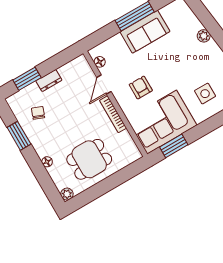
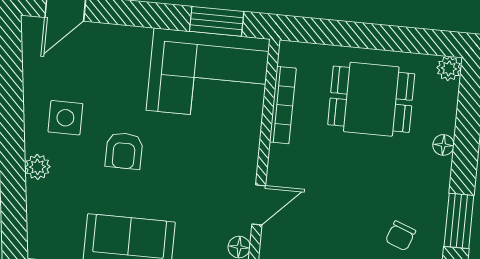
armchair: (141, 88) -> (124, 151), moved
side table: (205, 94) -> (65, 118), moved
bookcase: (113, 114) -> (283, 105), moved

